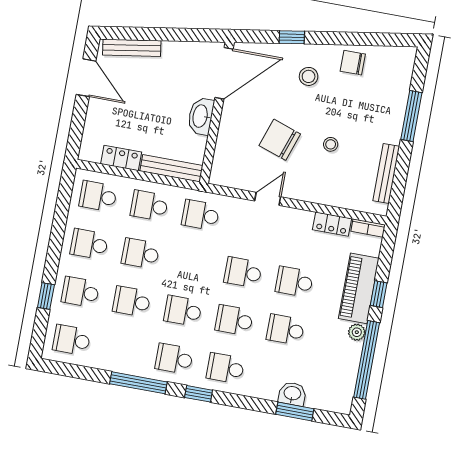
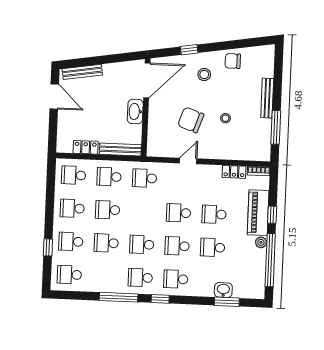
window: (411, 116) -> (276, 127), moved
bench: (386, 174) -> (267, 98), moved

